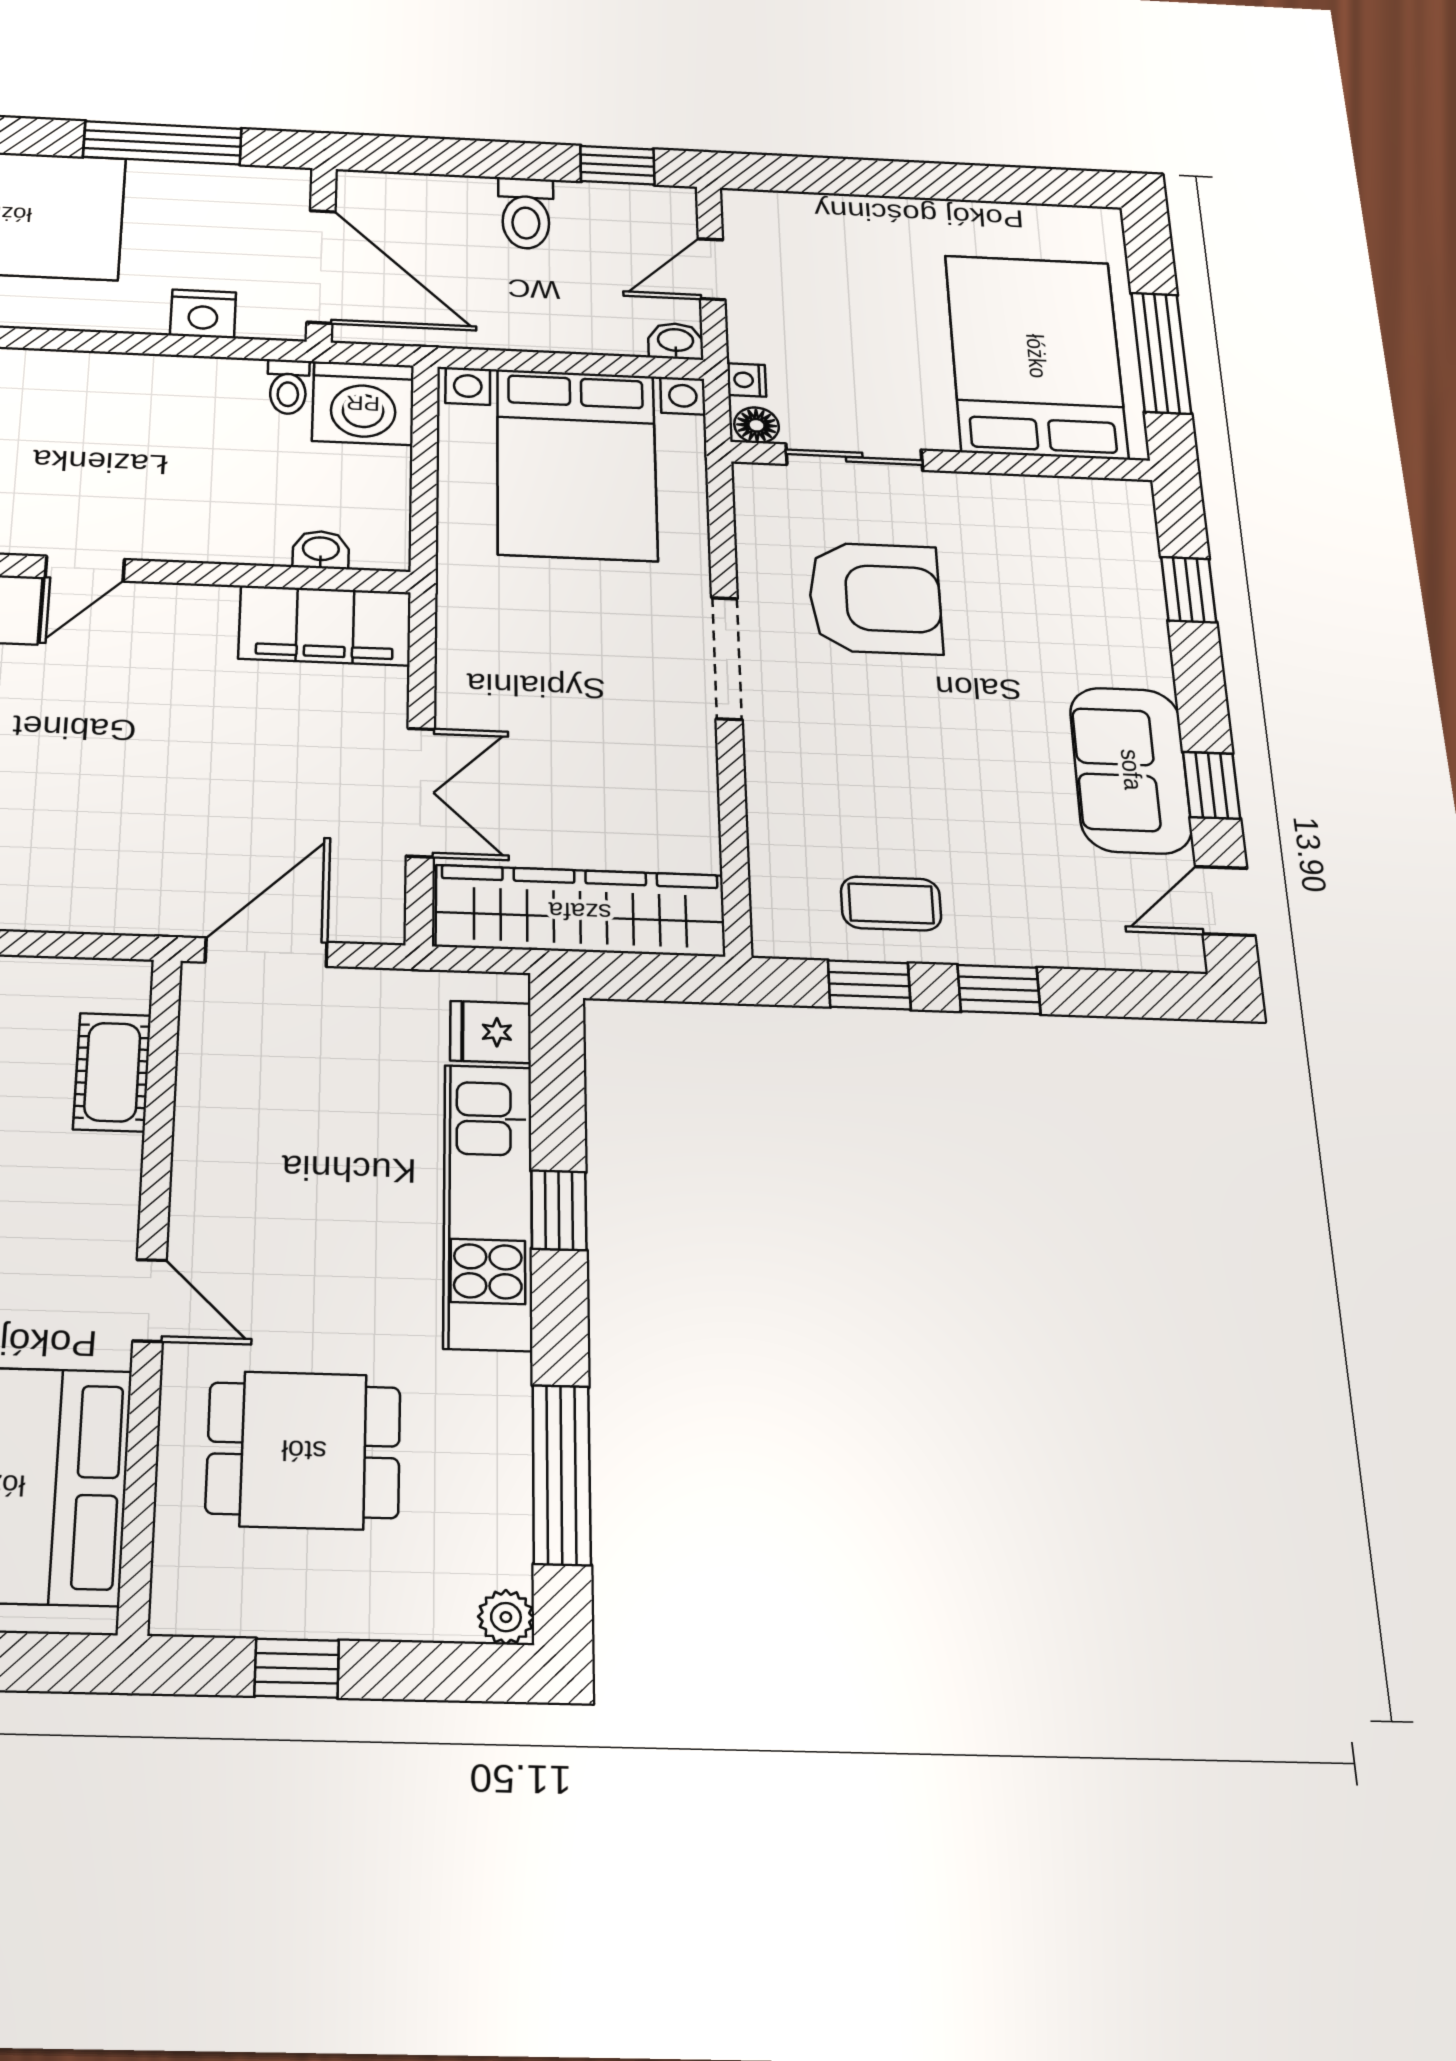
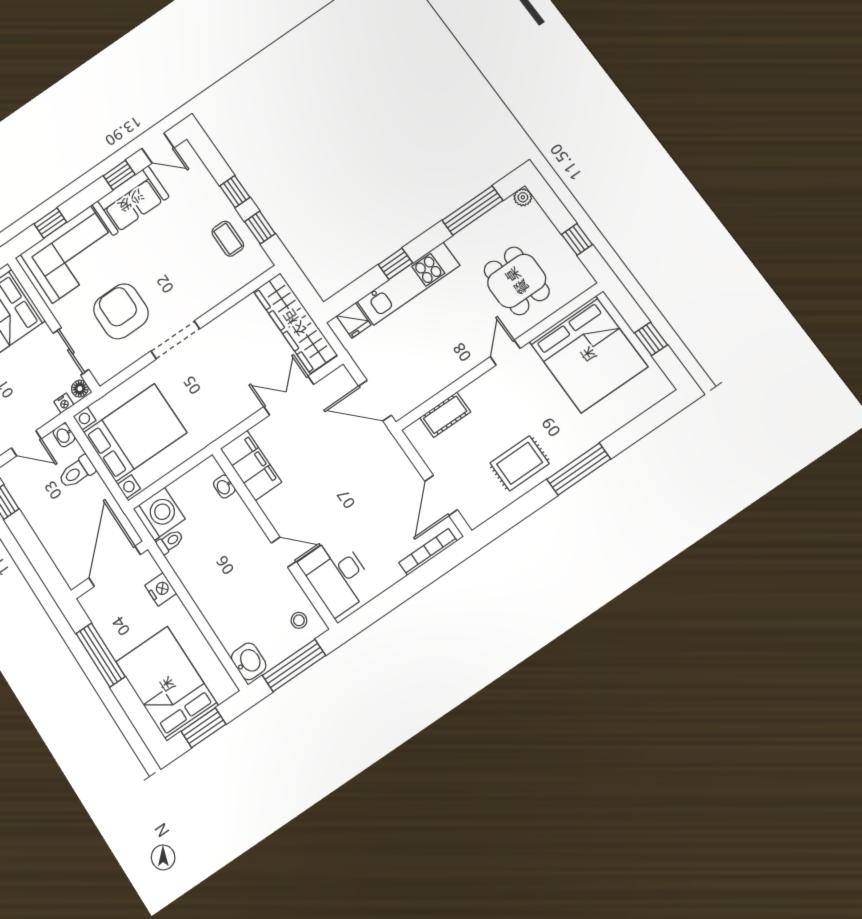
toilet: (526, 213) -> (77, 472), moved, turned 180
corner sofa: (1082, 585) -> (71, 254), added

